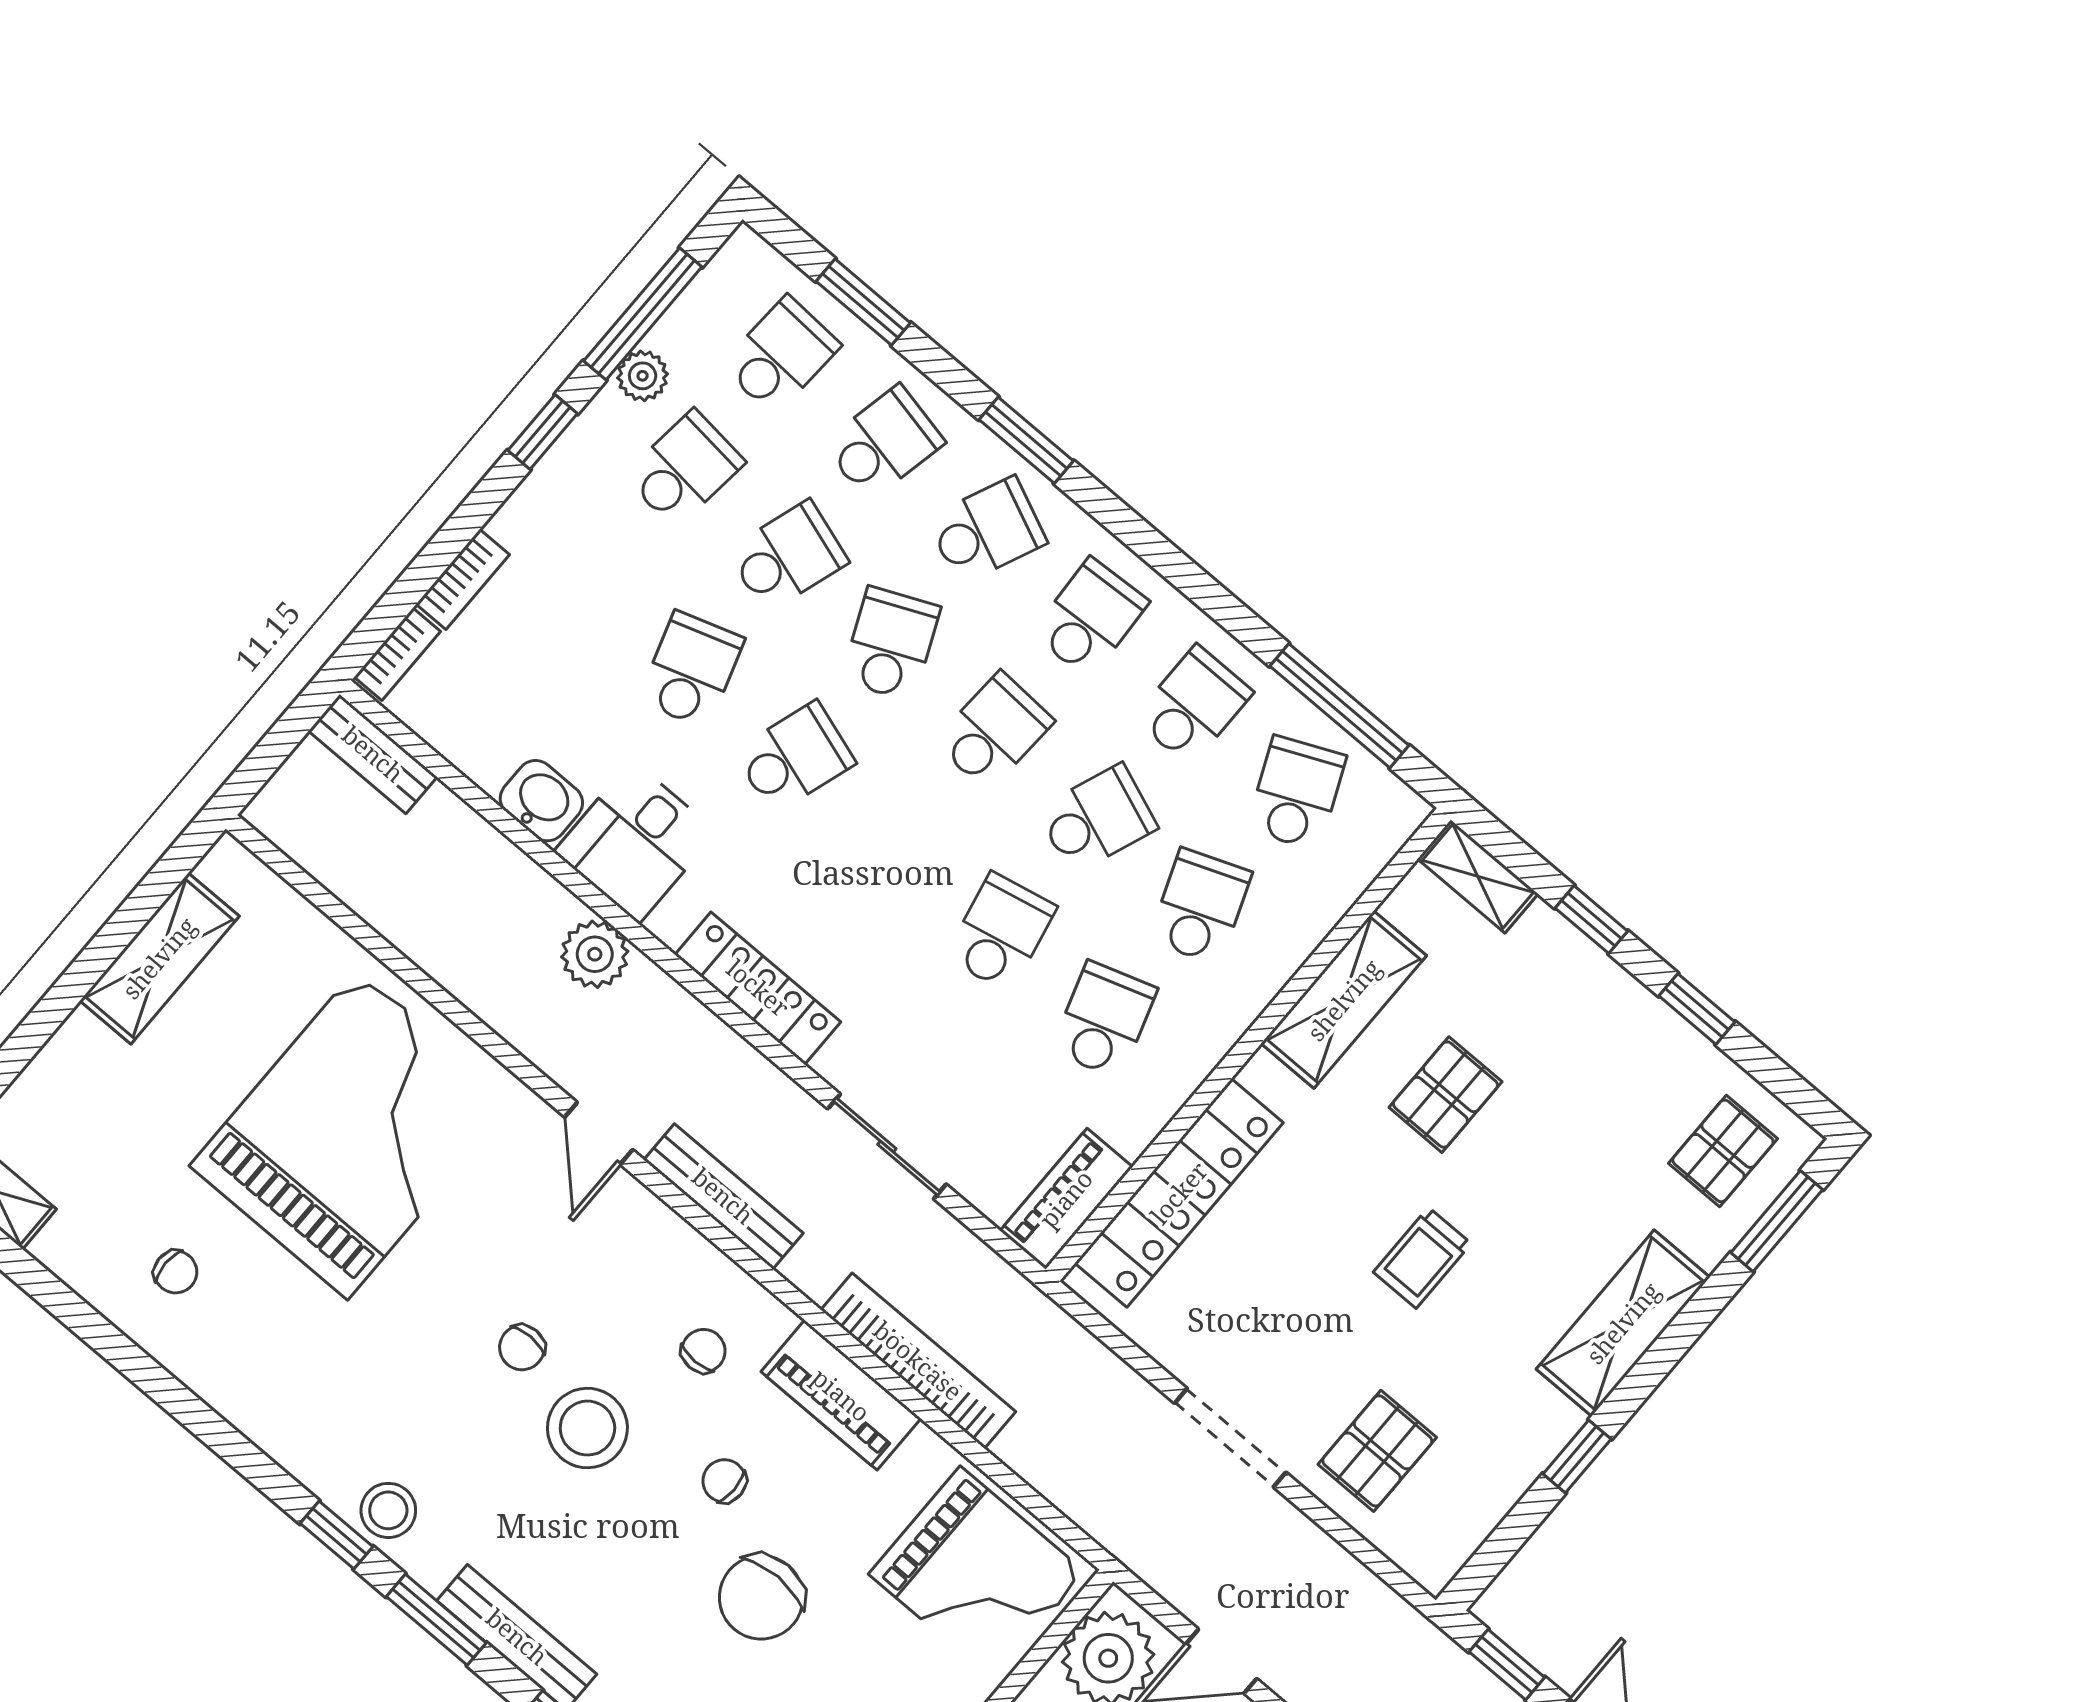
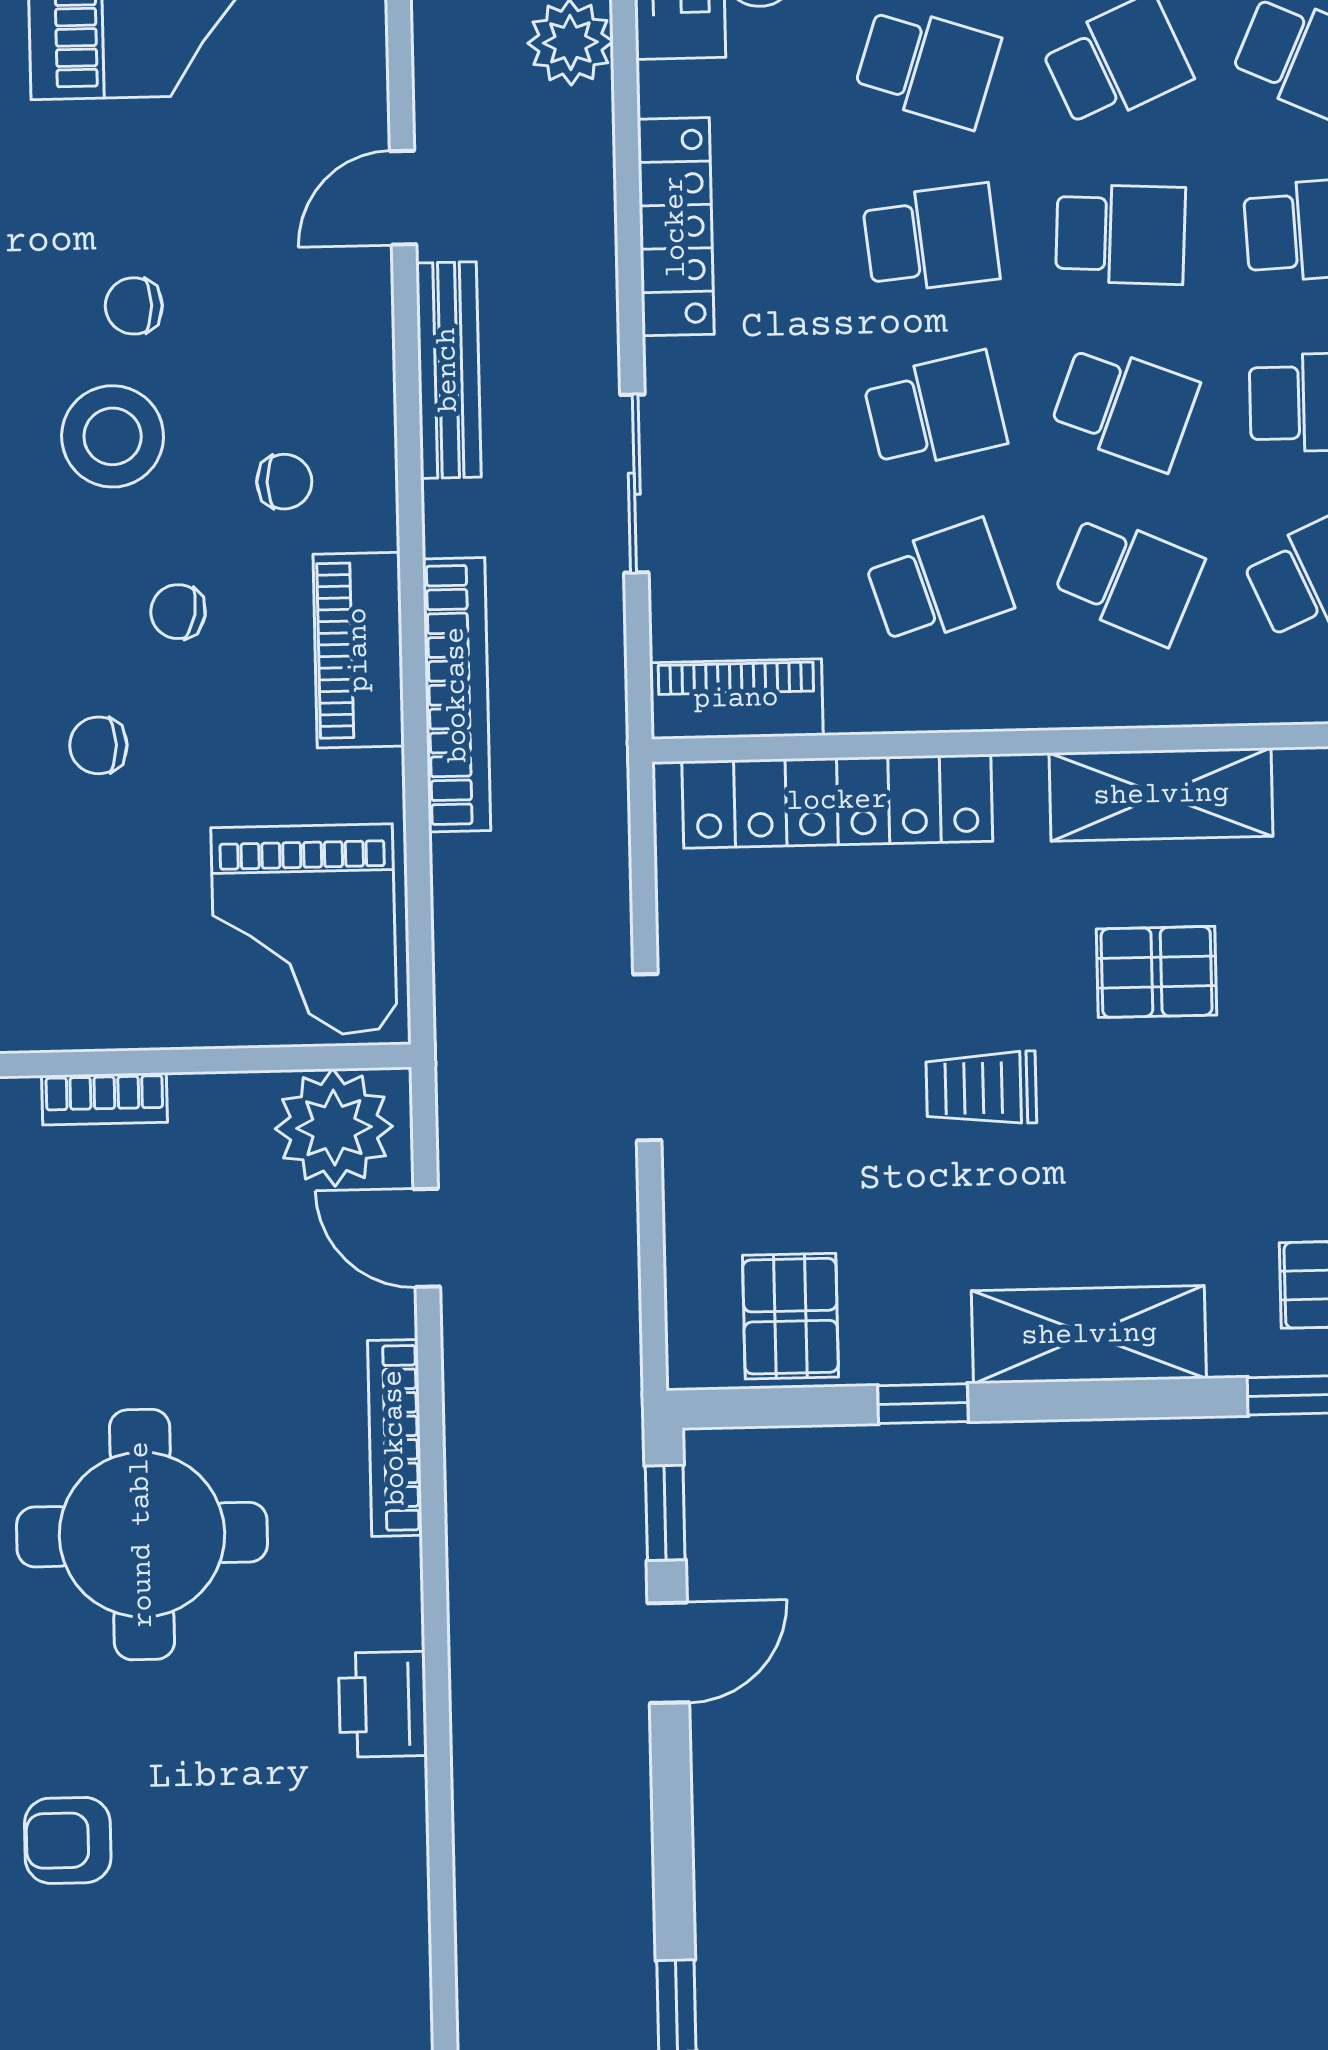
school desk: (898, 845) -> (931, 239), added
school desk: (1200, 906) -> (1128, 579), turned 45
pallet: (1377, 1451) -> (790, 1316), moved, turned 90
chair: (724, 1481) -> (178, 612), turned -79
chair: (761, 1597) -> (98, 745), width x0.54, depth x0.54

